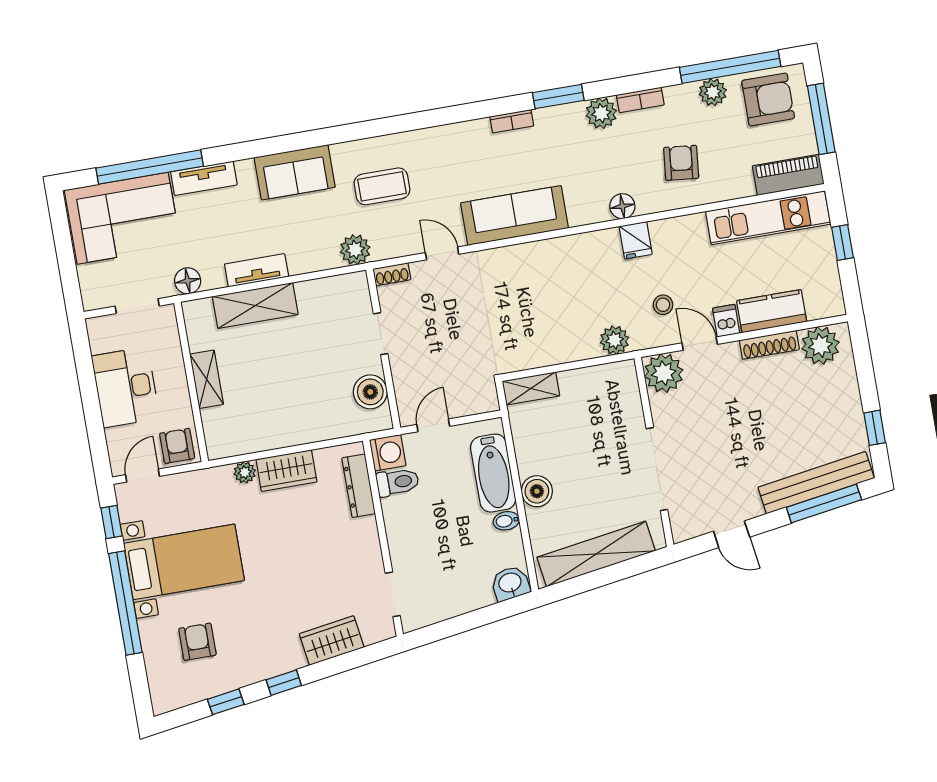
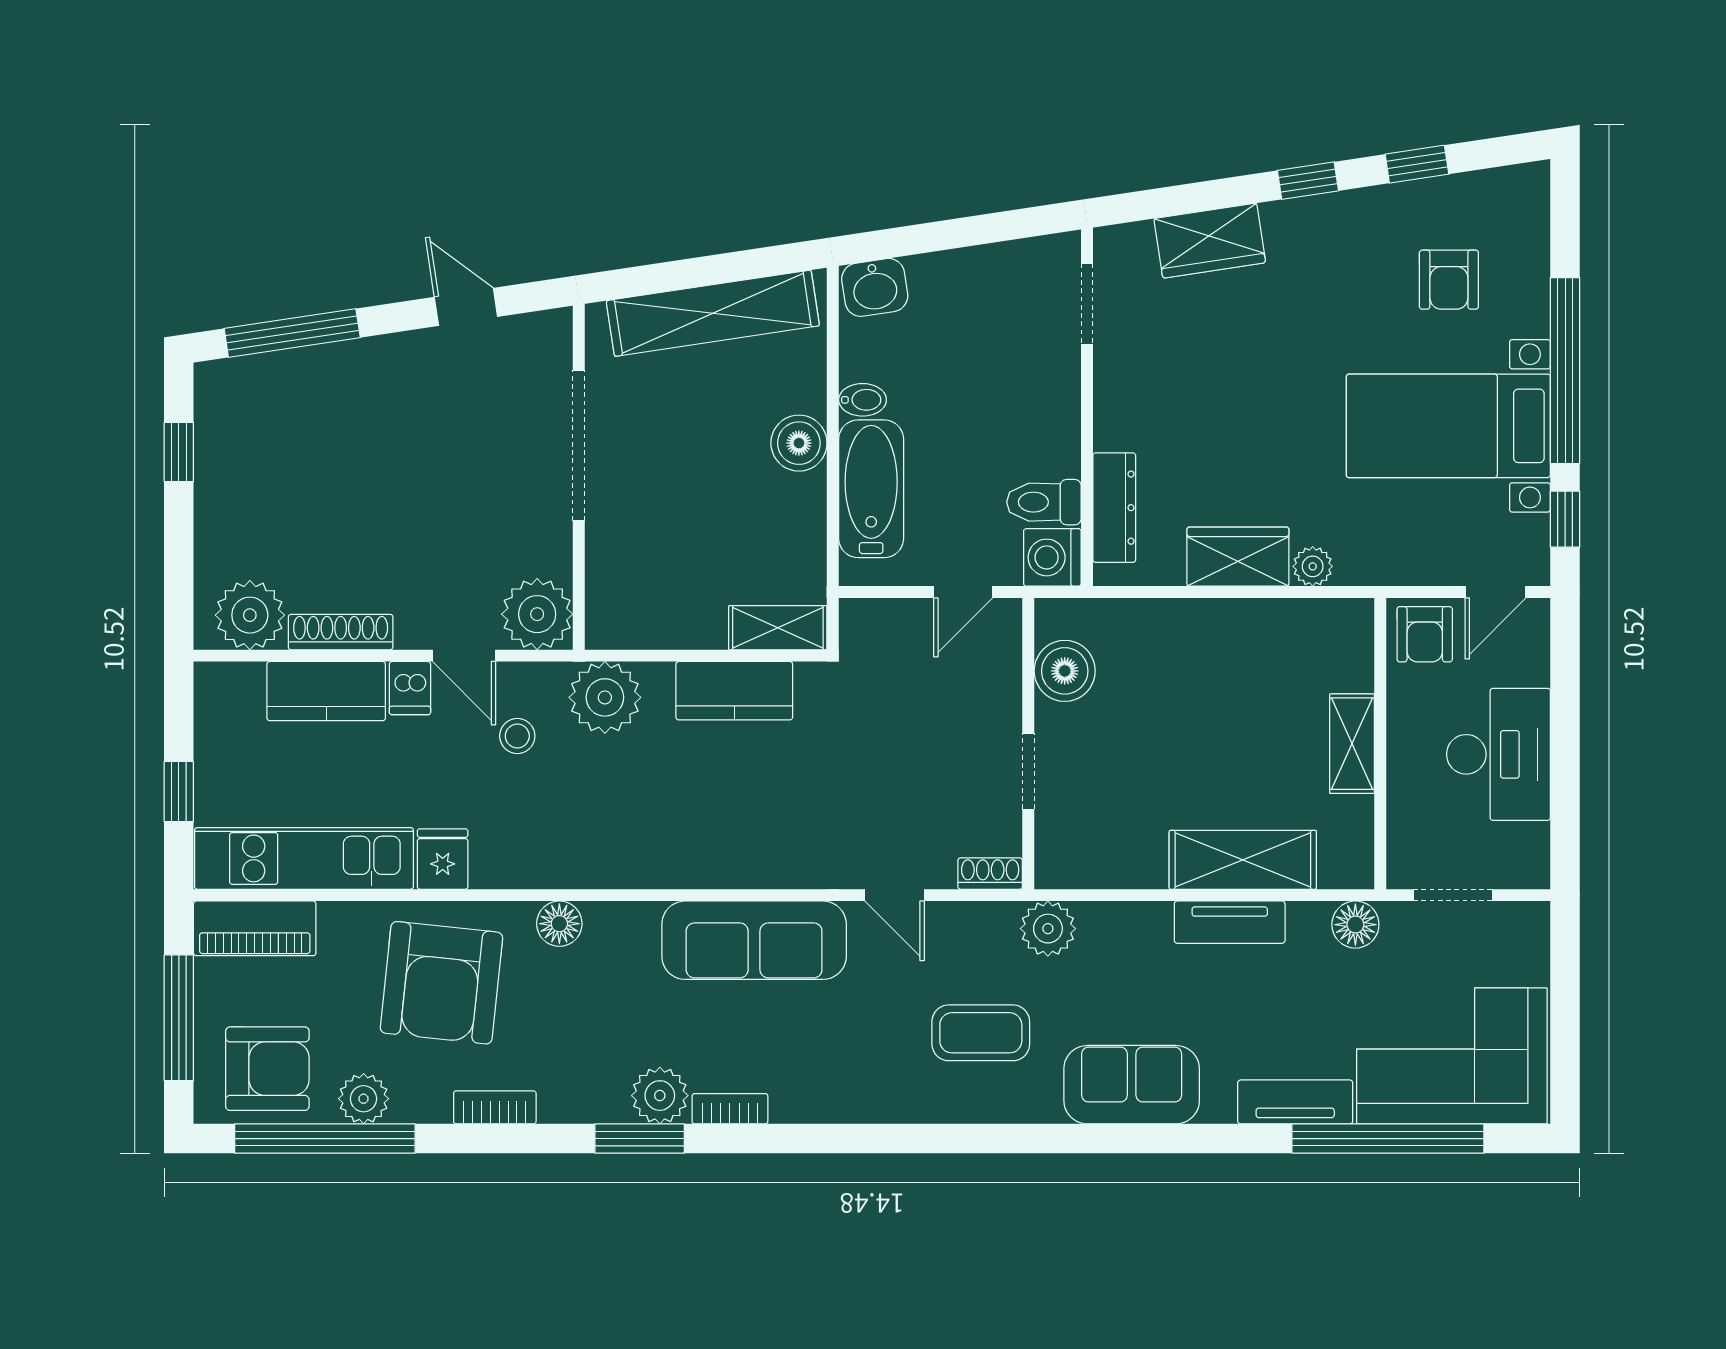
armchair: (768, 99) -> (267, 1069), turned 180
plant: (601, 113) -> (660, 1096), moved
armchair: (681, 163) -> (441, 983), width x1.88, depth x1.88
fridge: (636, 240) -> (443, 859), moved
plant: (615, 340) -> (605, 697), width x1.36, depth x1.36
kitchen counter: (549, 350) -> (734, 691), added
bench: (816, 483) -> (300, 372), removed

